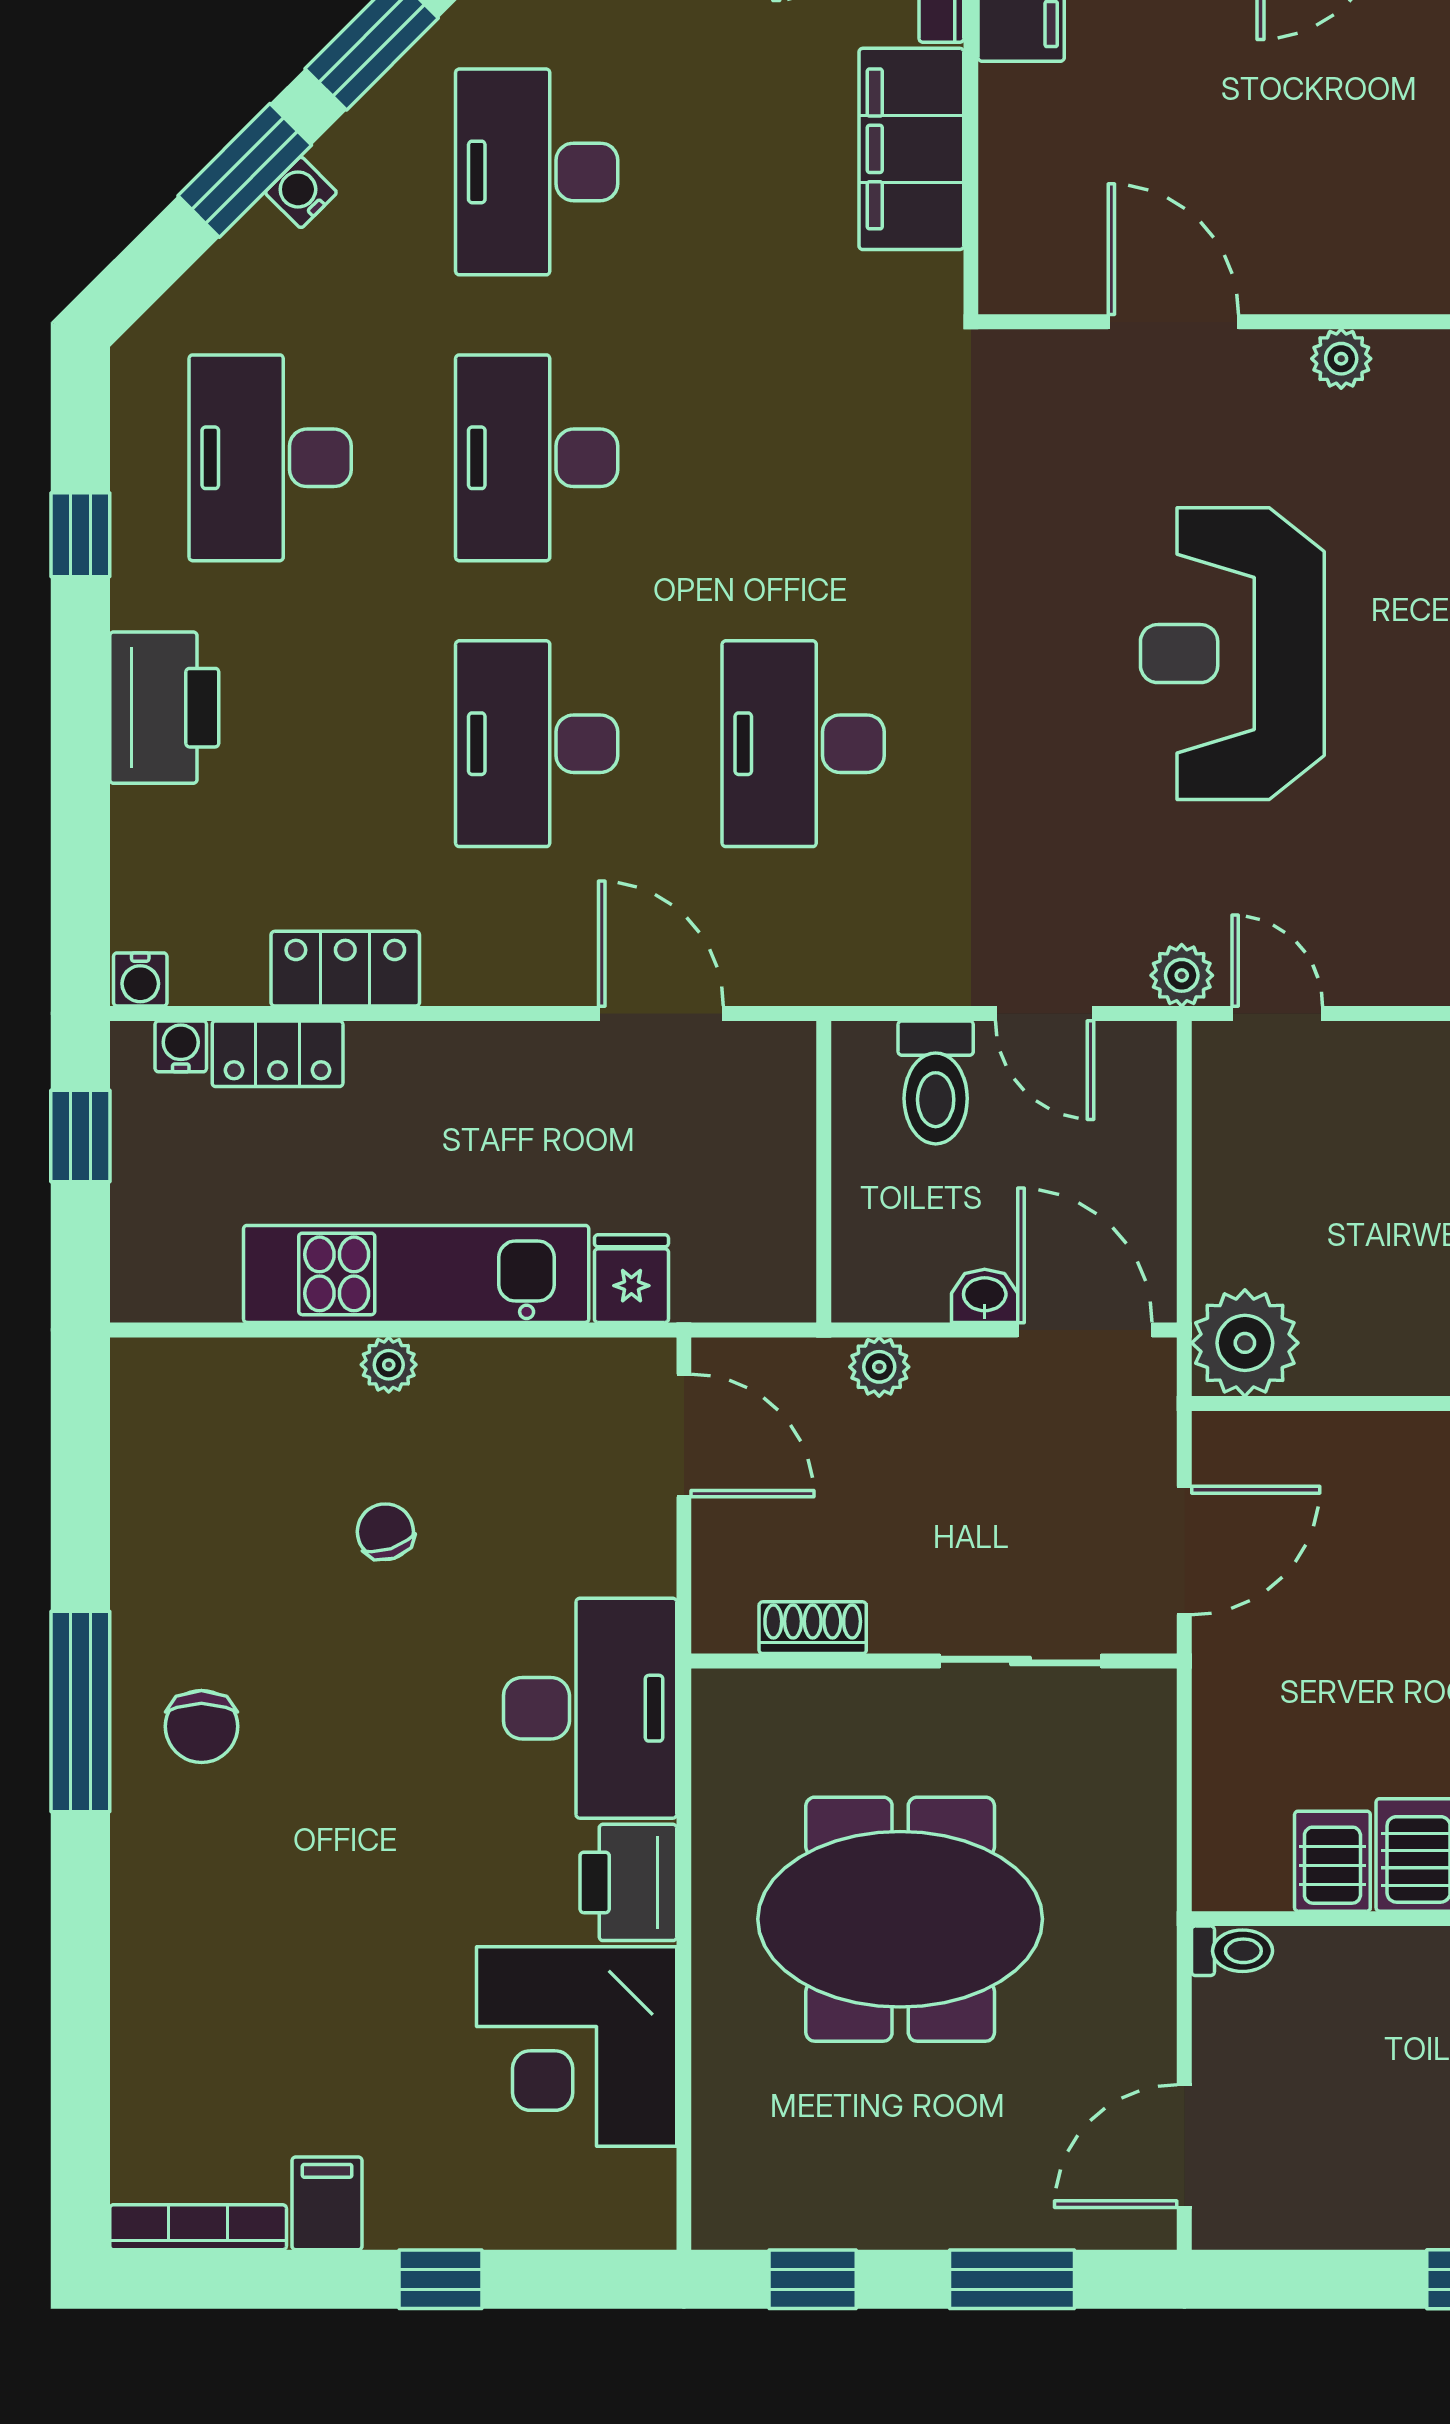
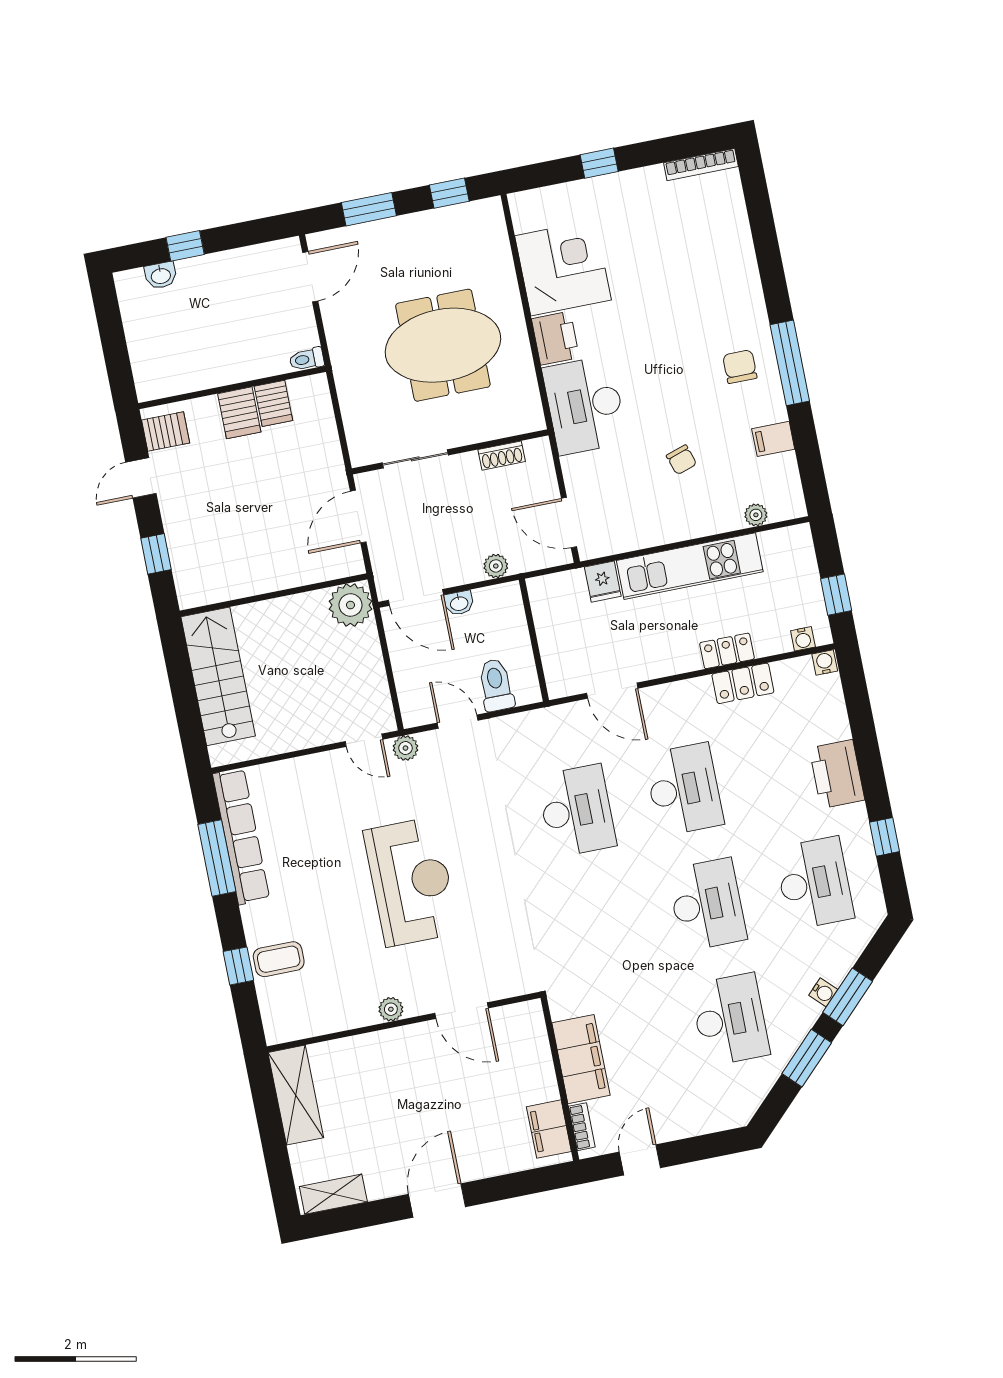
locker: (278, 1054) -> (727, 651), moved
plant: (389, 1365) -> (756, 515), moved
filing cabinet: (327, 2203) -> (773, 439), moved, turned 90

